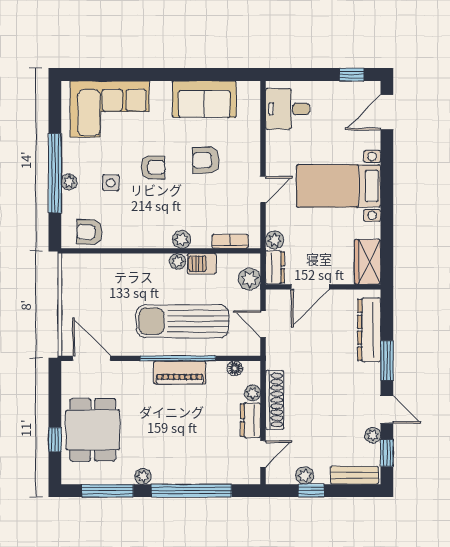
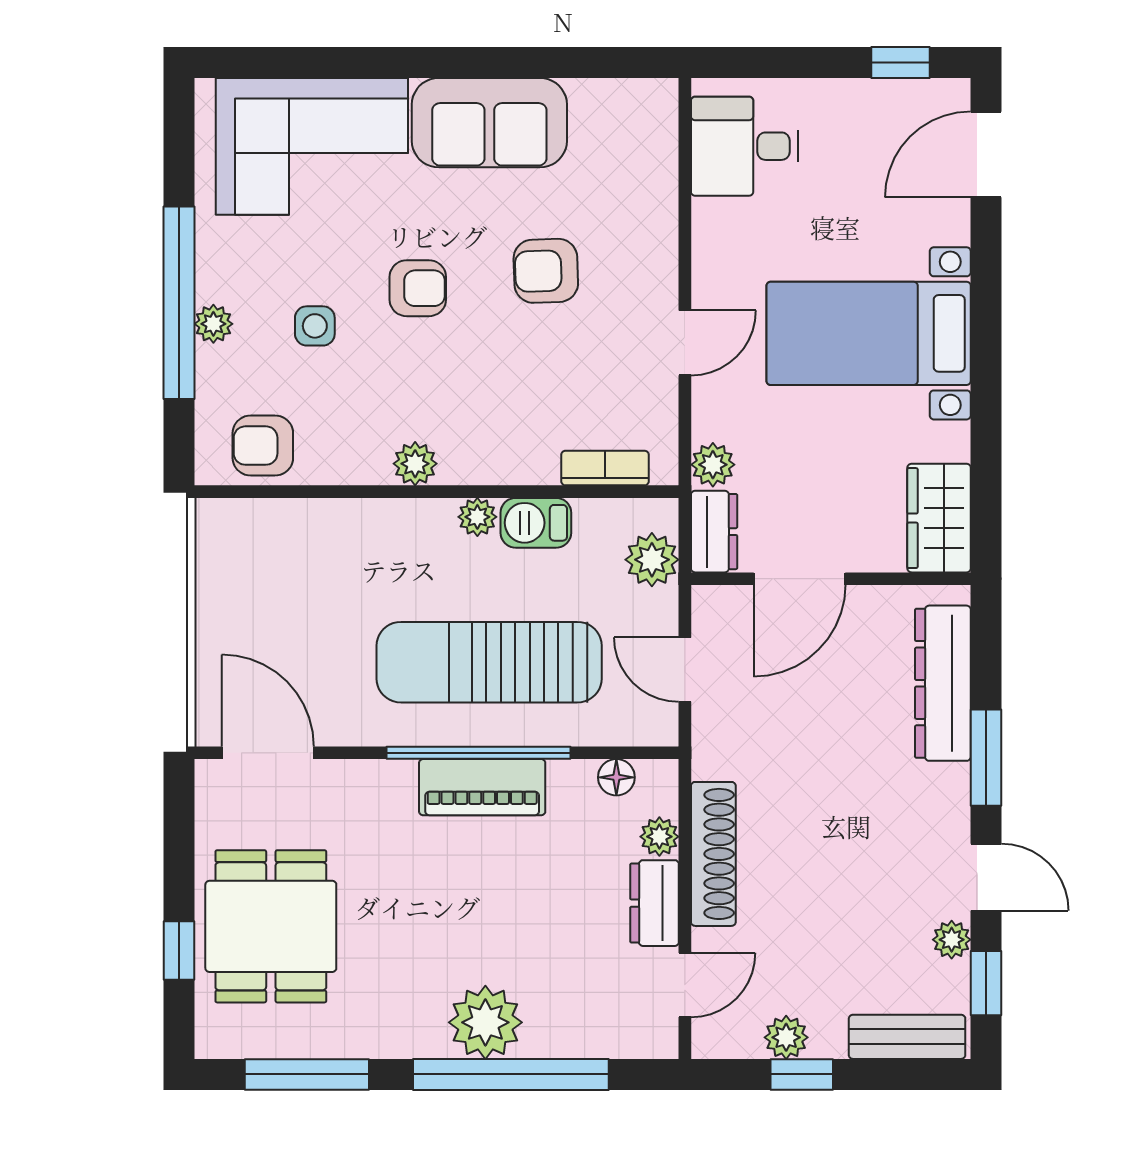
sofa: (204, 99) -> (489, 123), moved
plant: (182, 239) -> (415, 464), moved
plant: (143, 476) -> (485, 1022), moved, width x1.88, depth x1.88

